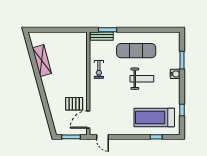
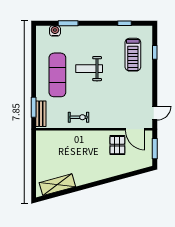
shelving: (42, 61) -> (57, 185), moved
water cooler: (175, 74) -> (55, 31), moved
weight bench: (142, 79) -> (89, 69), turned -90
treadmill: (154, 117) -> (133, 55), width x0.73, depth x0.73

